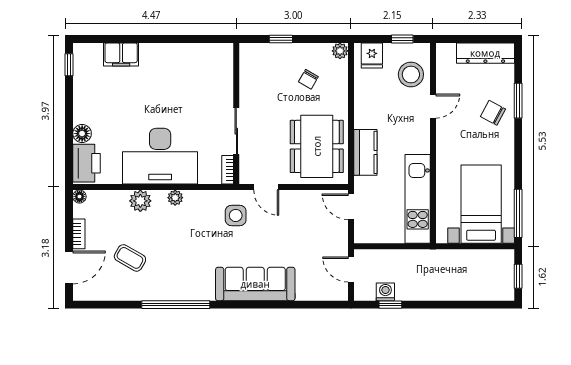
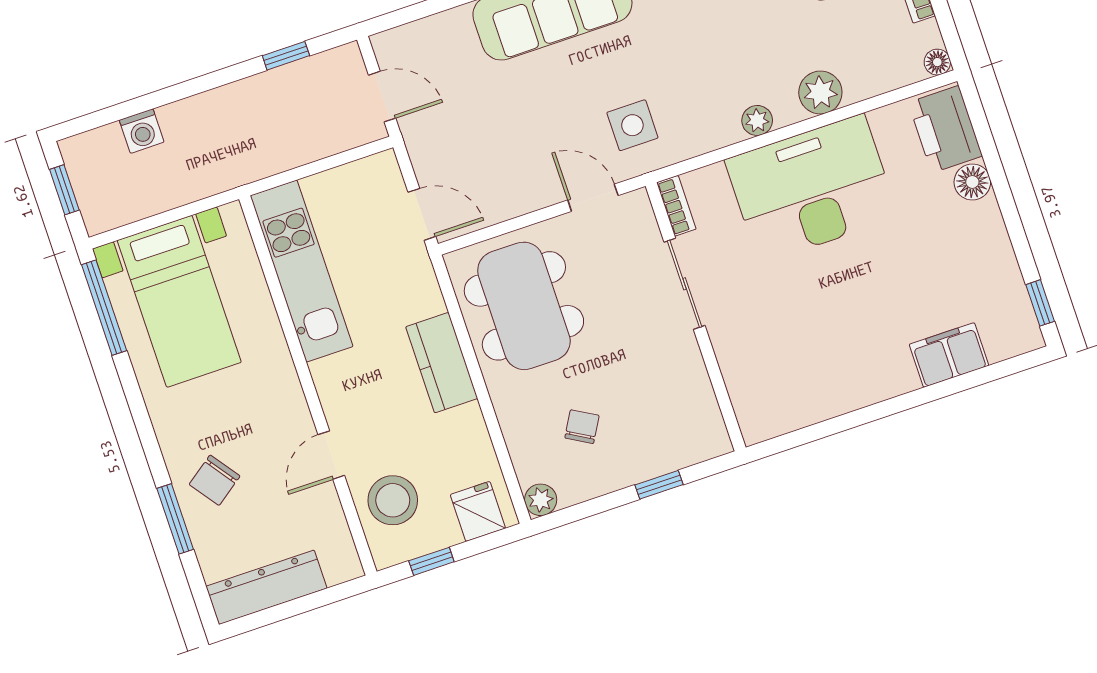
chair: (493, 113) -> (215, 480), turned 116
kitchen counter: (365, 152) -> (442, 363), moved
washing machine: (385, 292) -> (142, 131), moved

